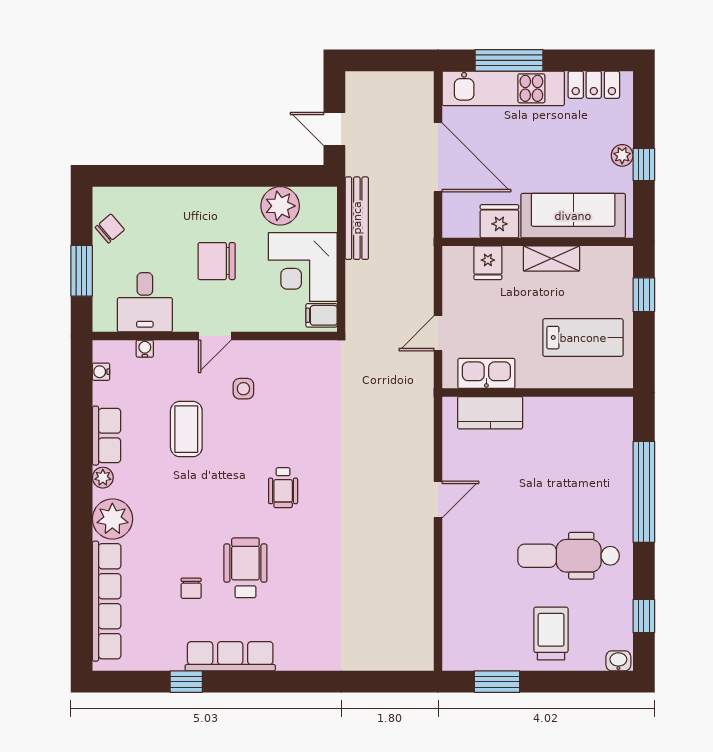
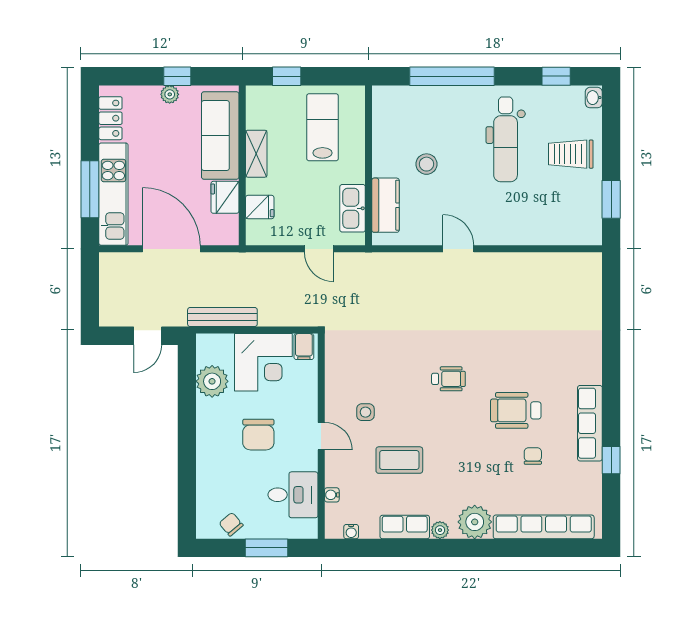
door: (438, 157) -> (171, 249), hinge flipped
stool: (539, 461) -> (426, 164), added
chair: (191, 588) -> (533, 456), turned -90

